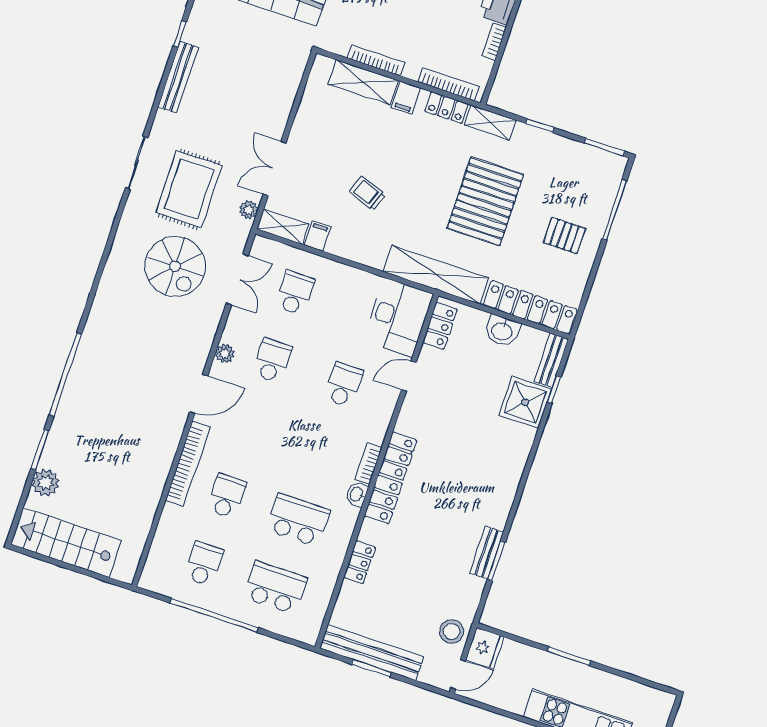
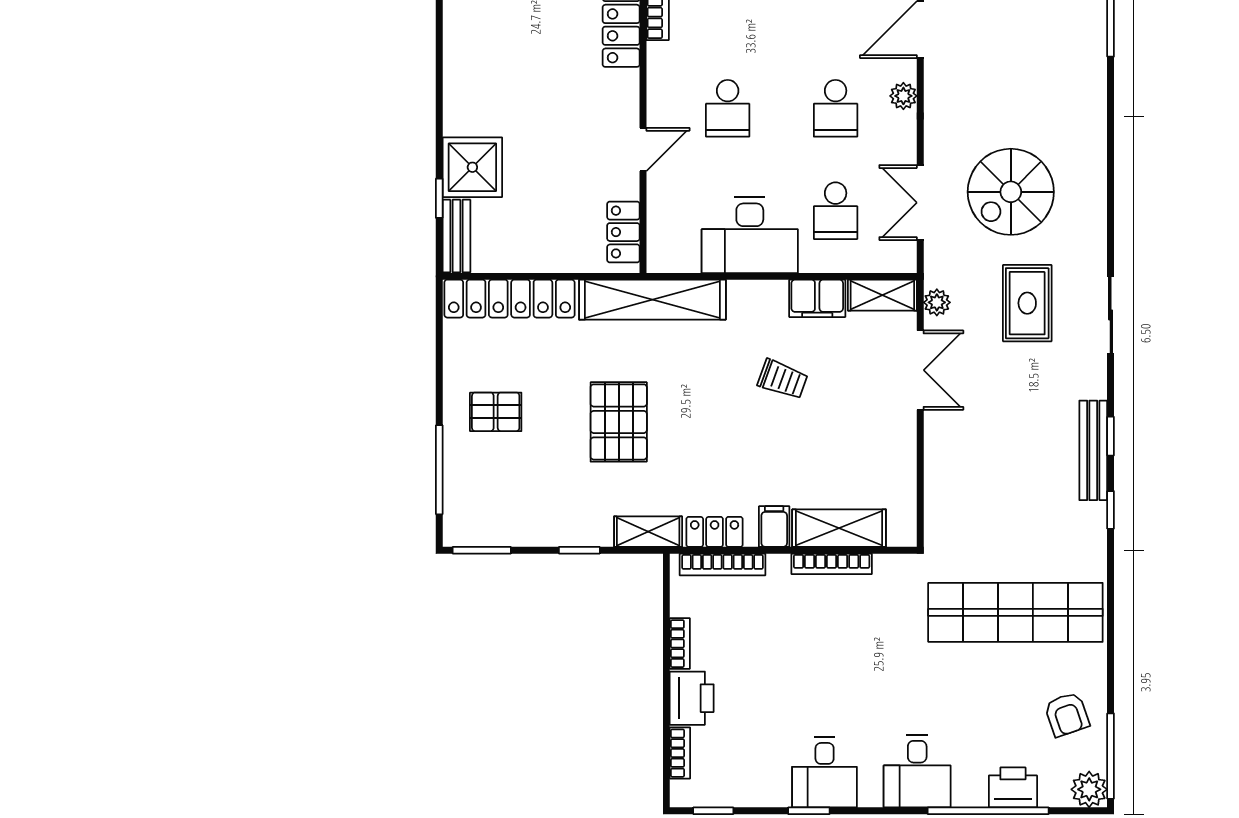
window: (163, 83) -> (1111, 436), added
rug: (189, 189) -> (1027, 303), width x0.73, depth x0.70
pallet: (485, 201) -> (619, 422), width x0.73, depth x0.71
filing cabinet: (317, 236) -> (817, 298), width x2.00
spiral stairs: (175, 266) -> (1011, 192), turned -90
desk: (398, 317) -> (750, 235), moved, turned -90
washbasin: (502, 331) -> (537, 254), removed

